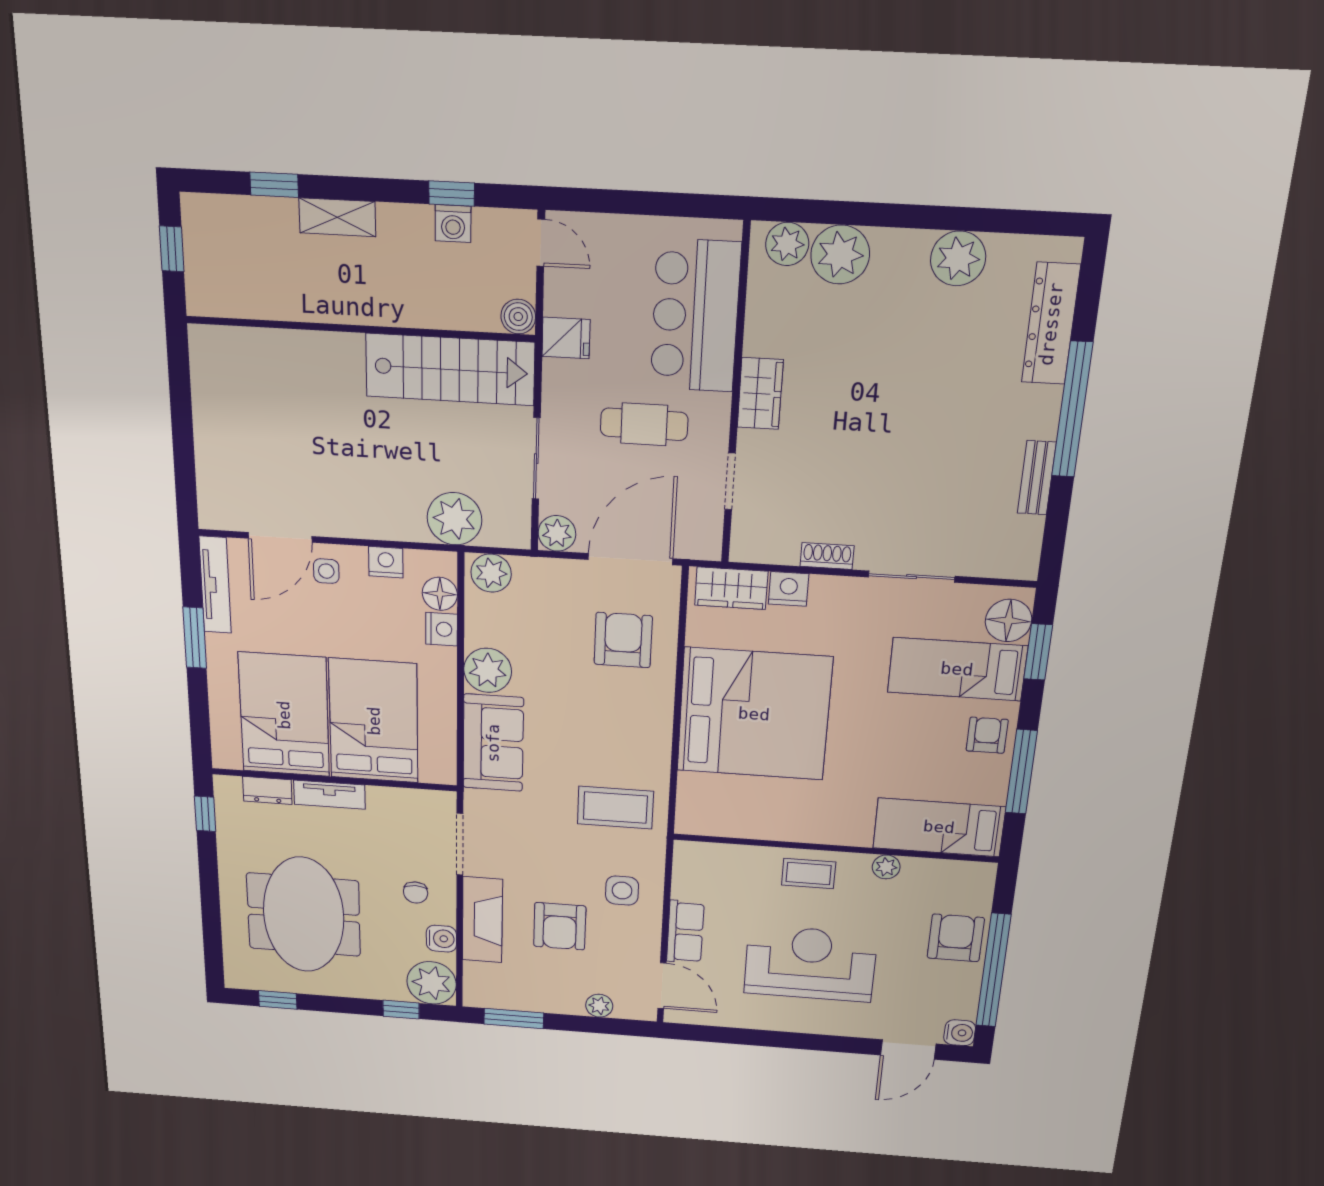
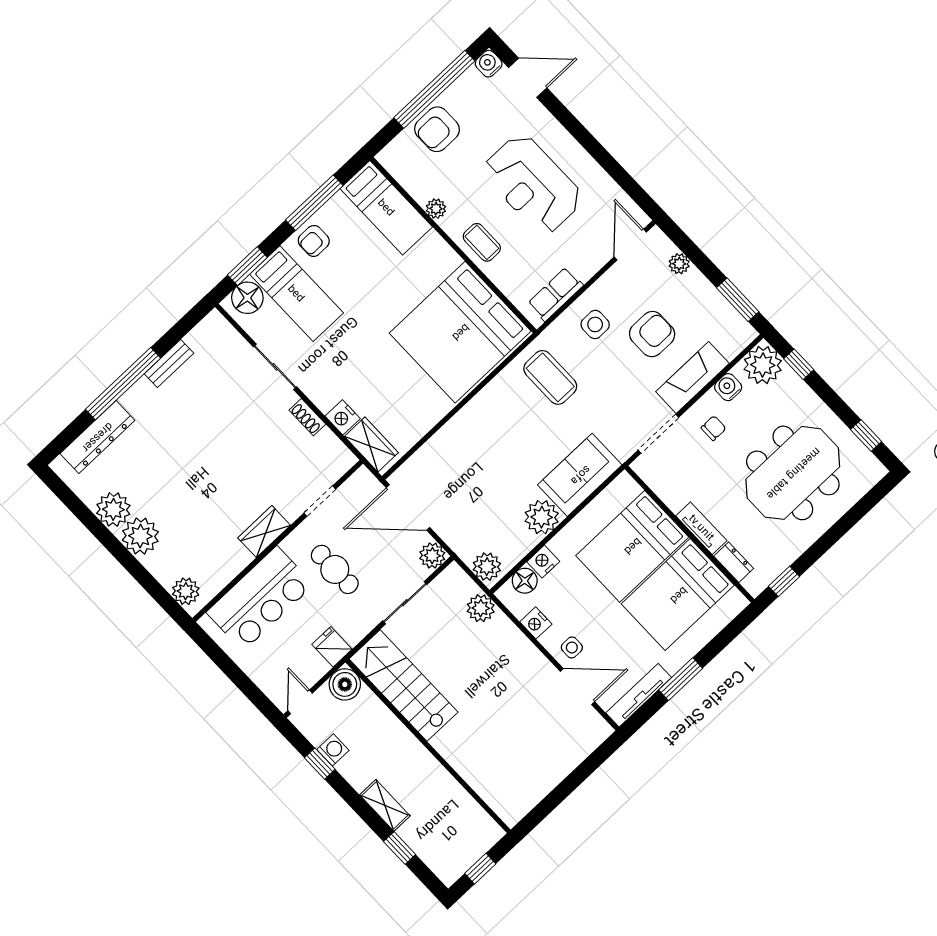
plant: (840, 255) -> (140, 536), moved
boiler: (518, 317) -> (345, 684), width x1.36, depth x1.36
plant: (454, 519) -> (481, 608), width x0.73, depth x0.73
armchair: (623, 640) -> (454, 468), removed
bed: (754, 714) -> (460, 332), moved, turned -90
row of seats: (685, 932) -> (555, 294), moved

